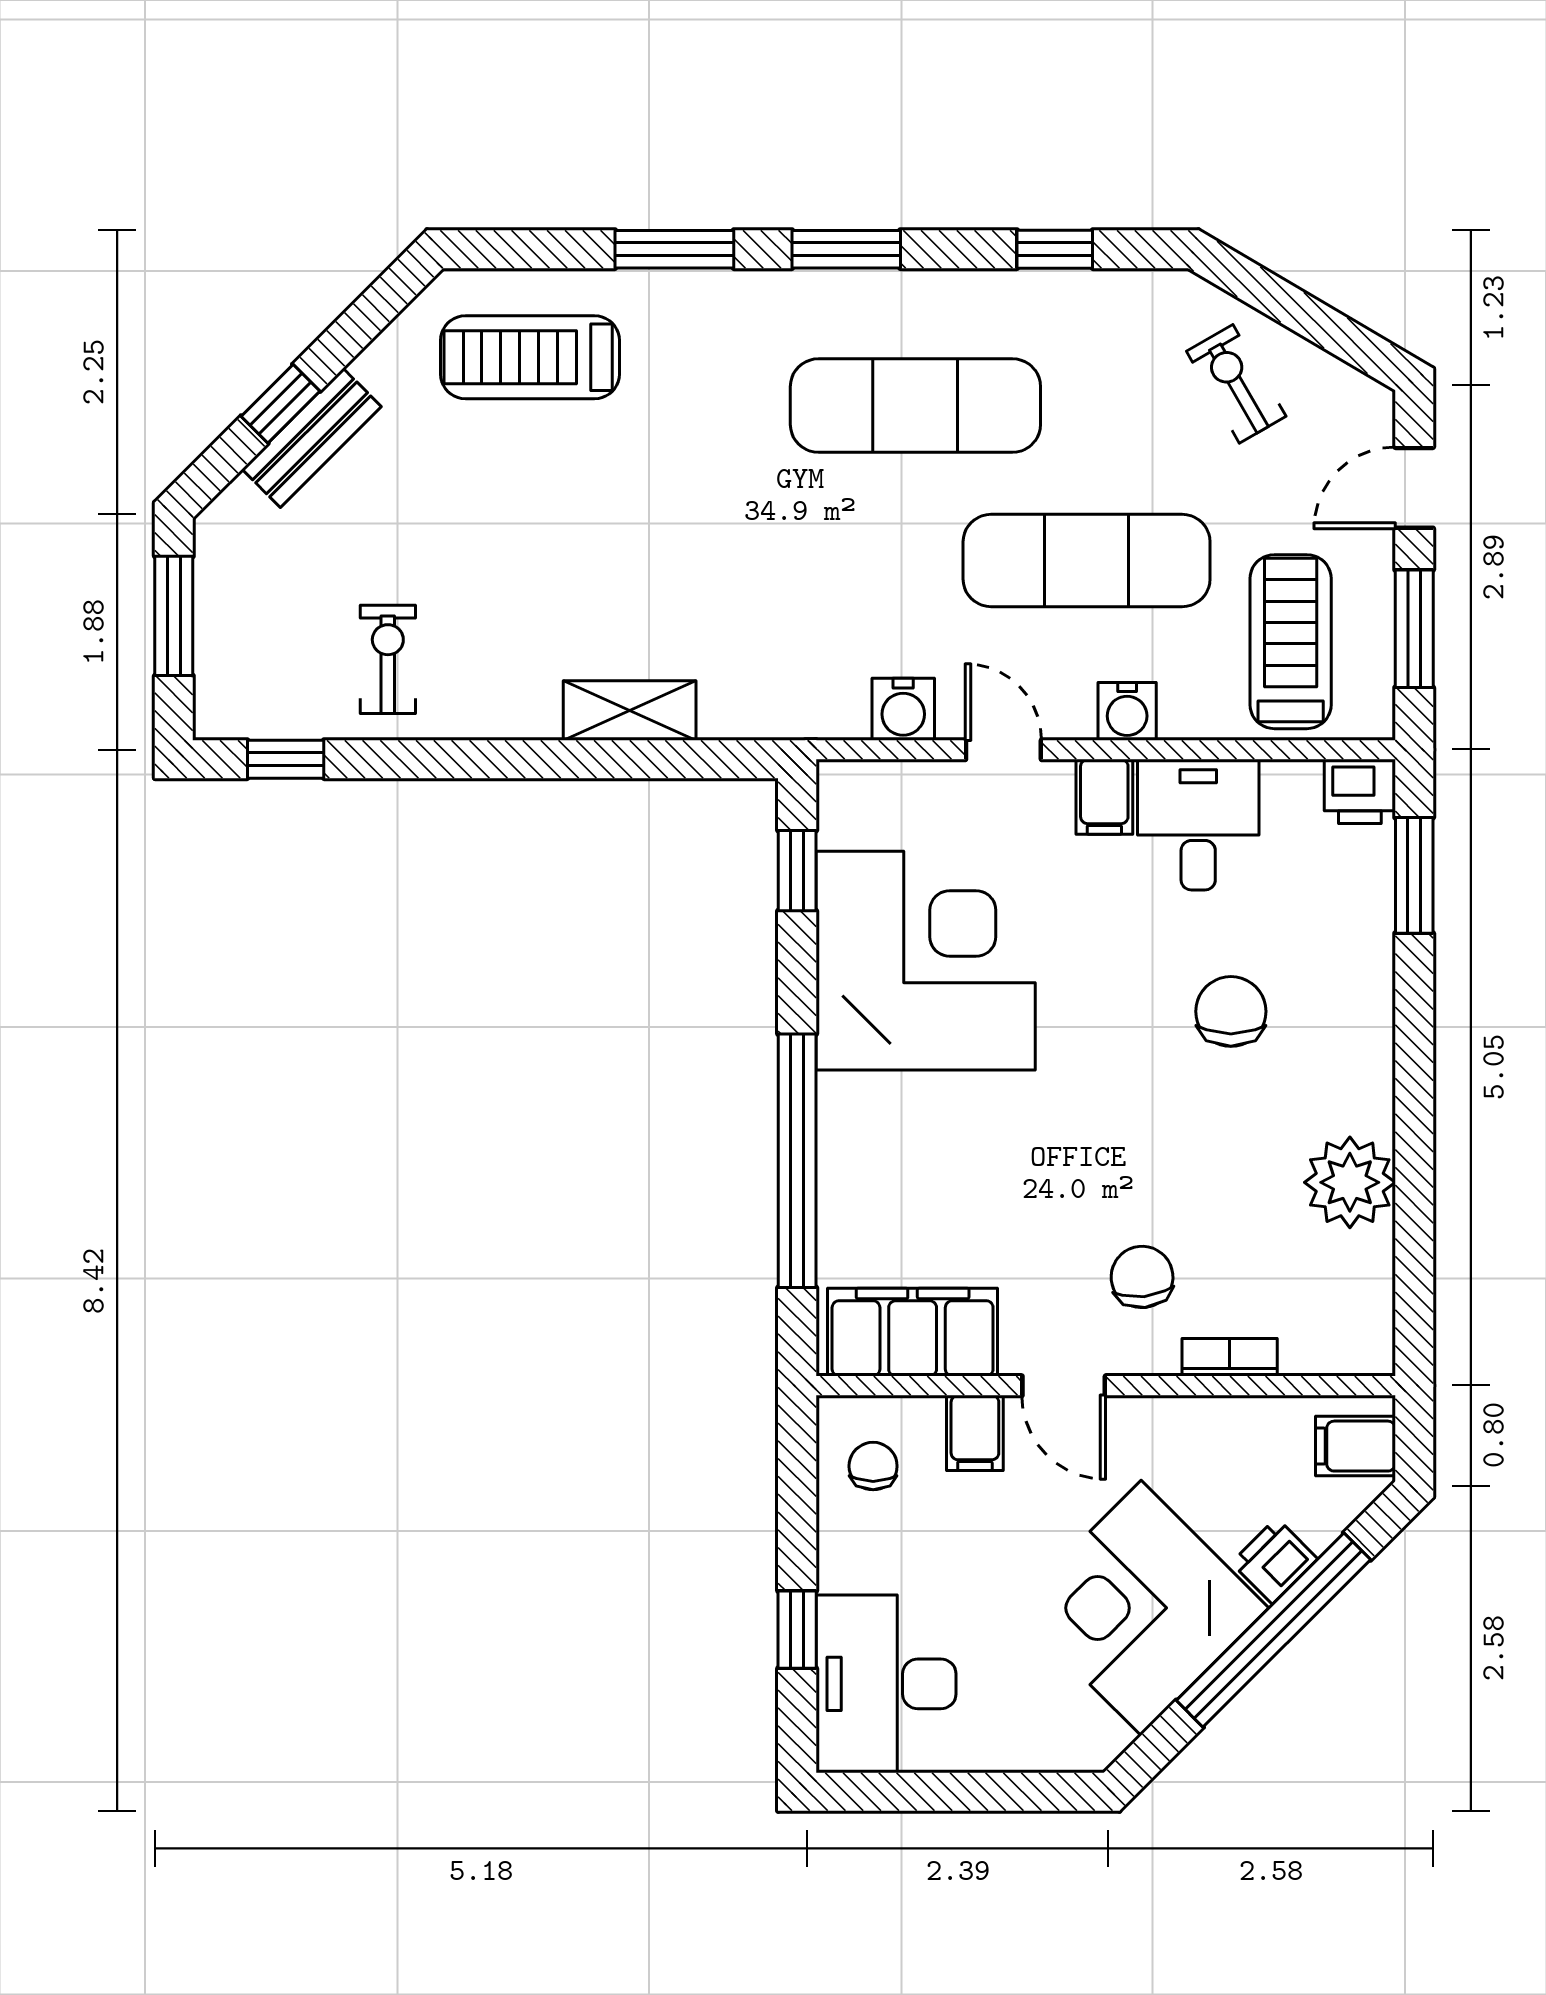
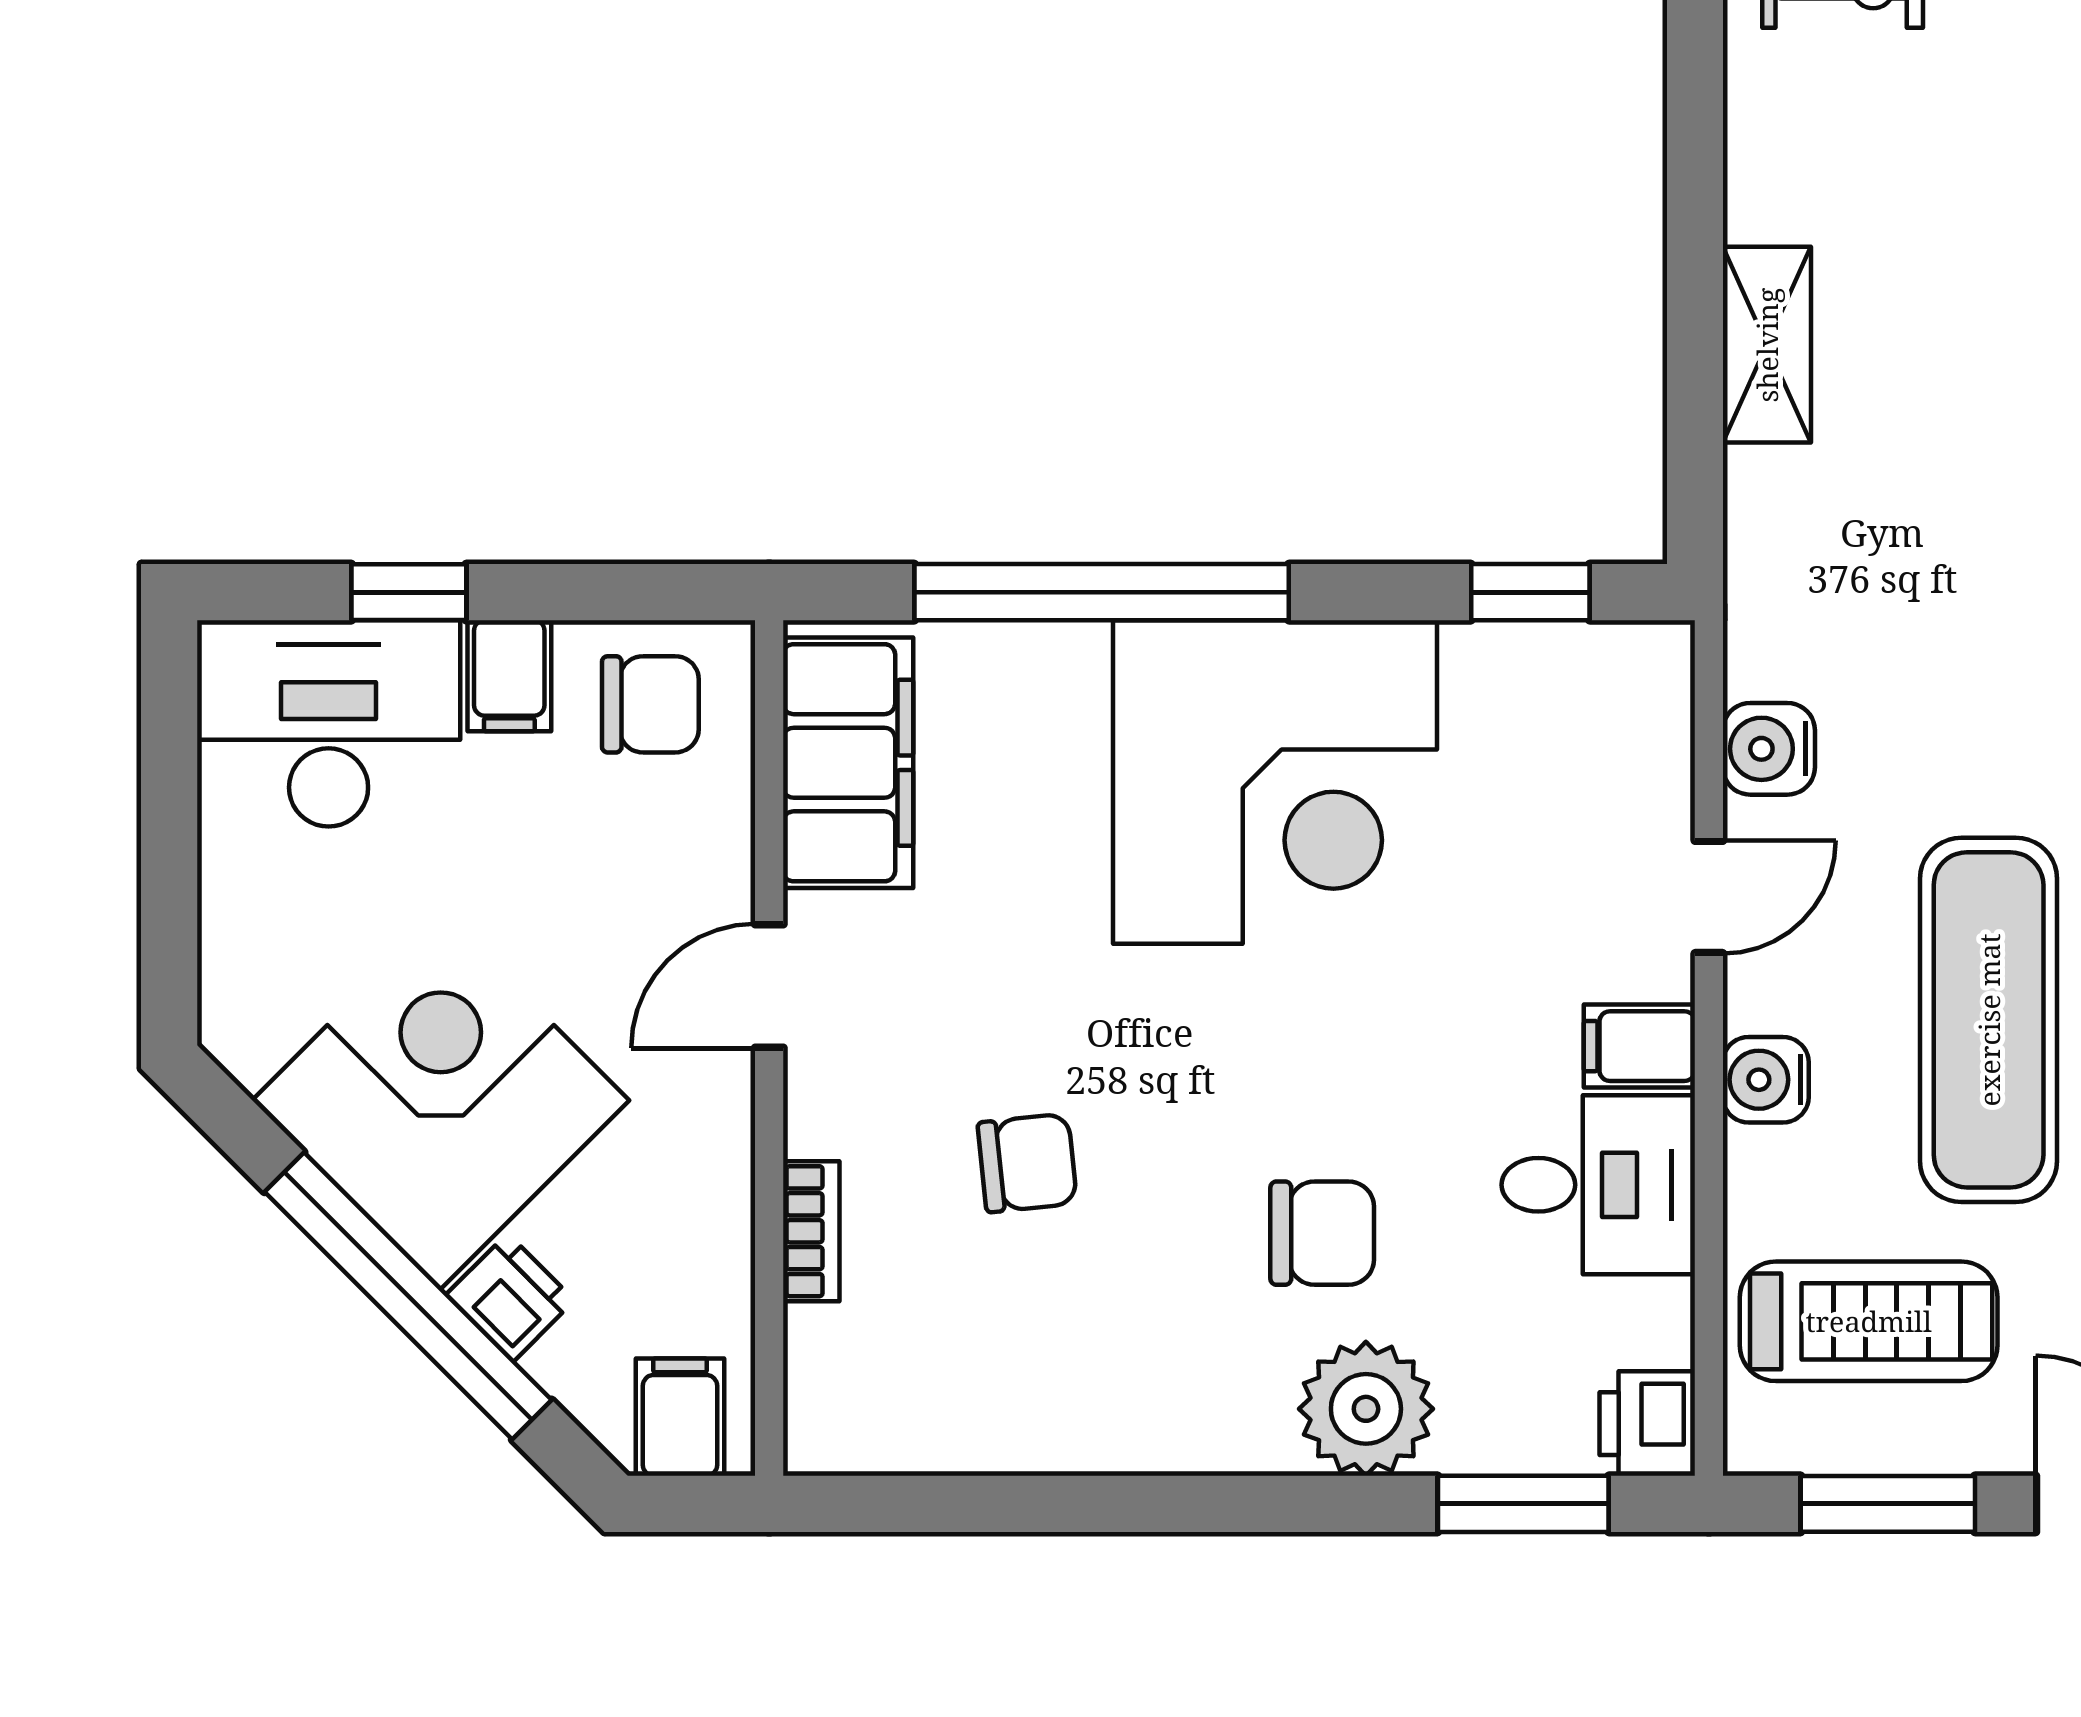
corner desk: (926, 961) -> (1275, 782), moved
plant: (1350, 1182) -> (1366, 1409), moved
chair: (1142, 1277) -> (1027, 1163), moved
filing cabinet: (975, 1433) -> (509, 676), moved, turned -90
chair: (873, 1466) -> (650, 704), width x1.37, depth x1.37

